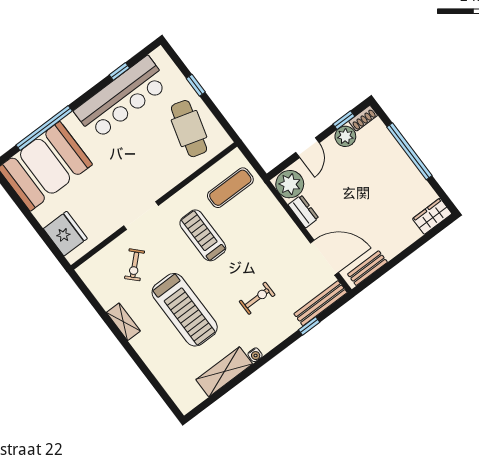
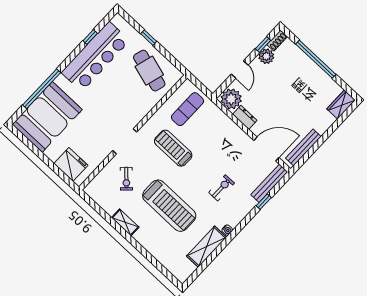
bench: (367, 268) -> (303, 147), width x1.36

